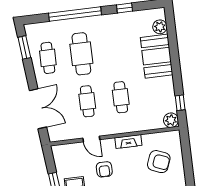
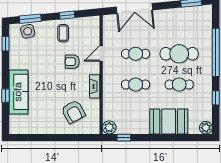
plant: (160, 27) -> (206, 128), moved
cafe table: (48, 58) -> (179, 85), moved
armchair: (159, 162) -> (73, 112), turned -51

